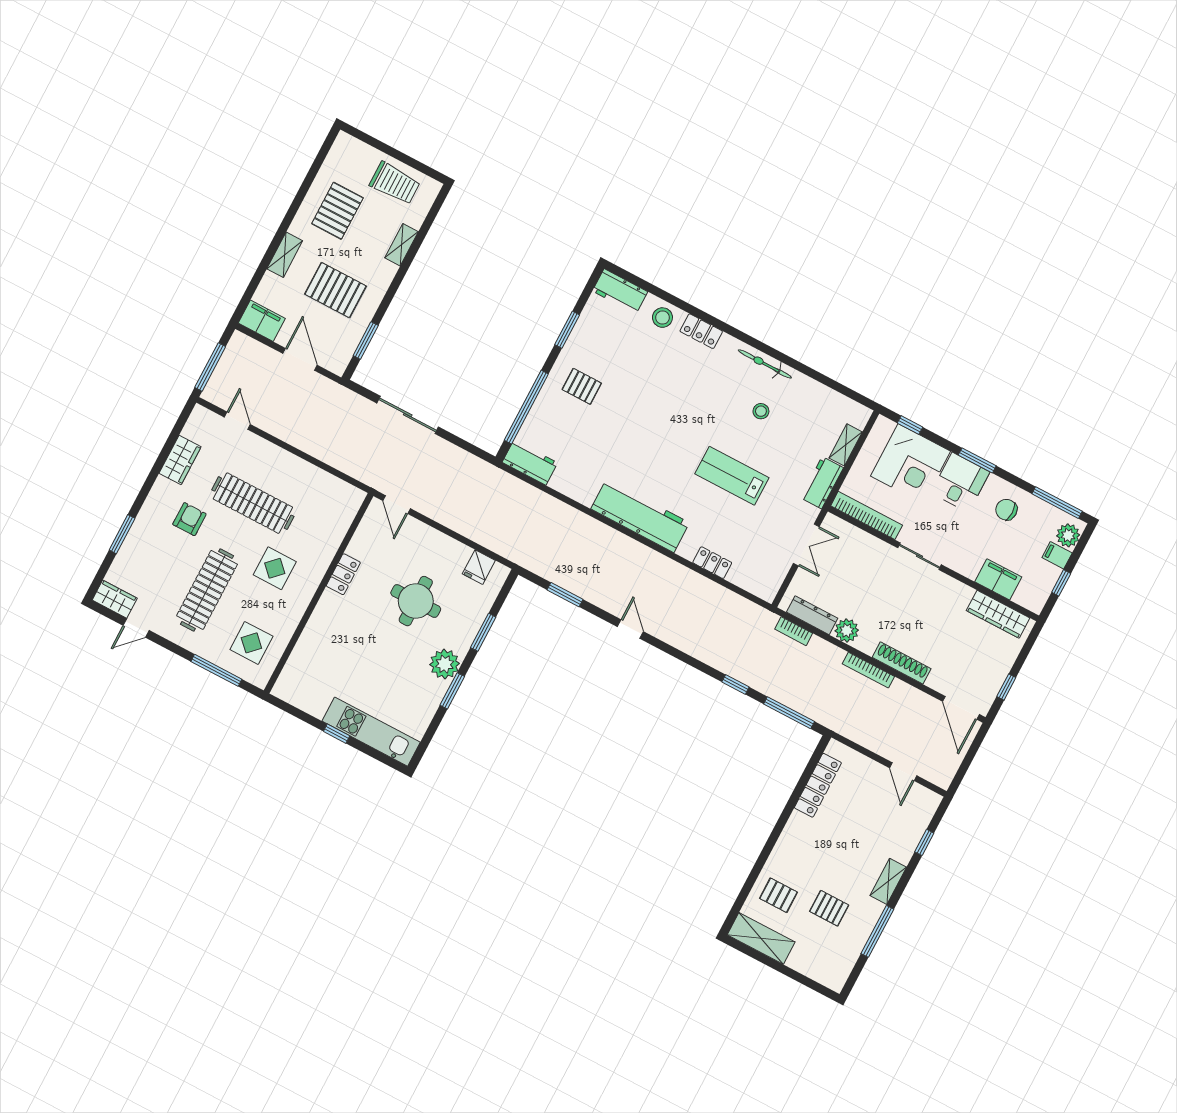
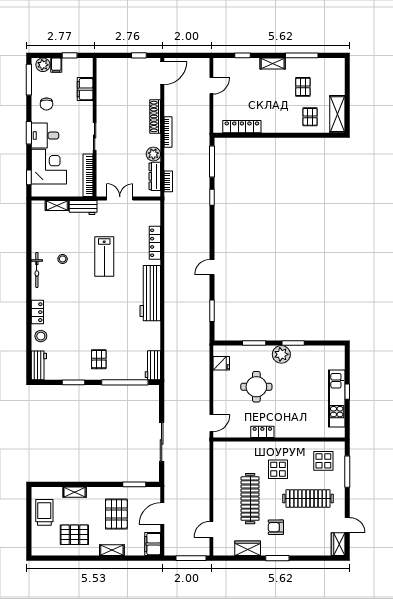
window: (122, 534) -> (277, 558), moved
locker: (712, 563) -> (155, 243), width x1.53
wardrobe: (998, 614) -> (103, 80), removed
kitchen unit: (371, 732) -> (337, 398), moved

